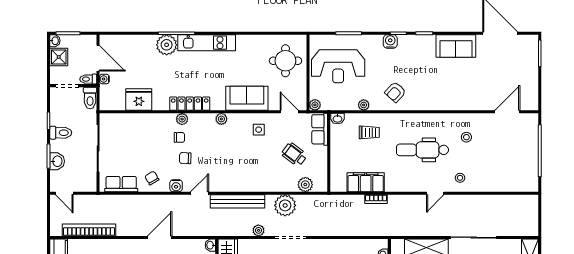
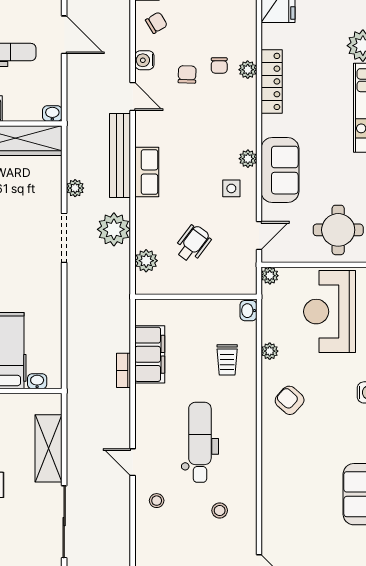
plant: (221, 119) -> (248, 159), moved
row of seats: (320, 129) -> (147, 172), moved, turned 90

